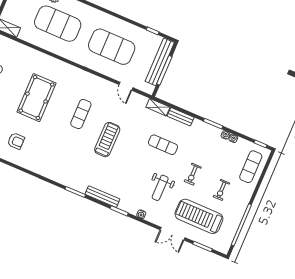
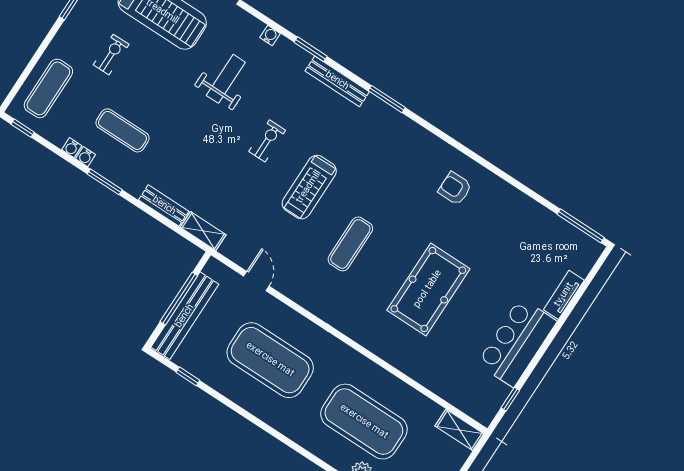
armchair: (16, 141) -> (455, 188), moved
exercise mat: (163, 145) -> (122, 130), moved
exercise bike: (193, 174) -> (267, 141), moved

